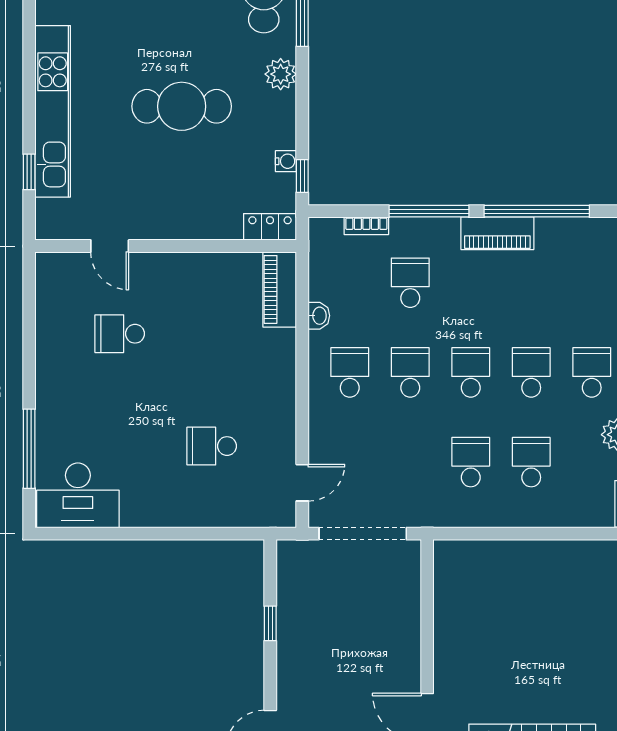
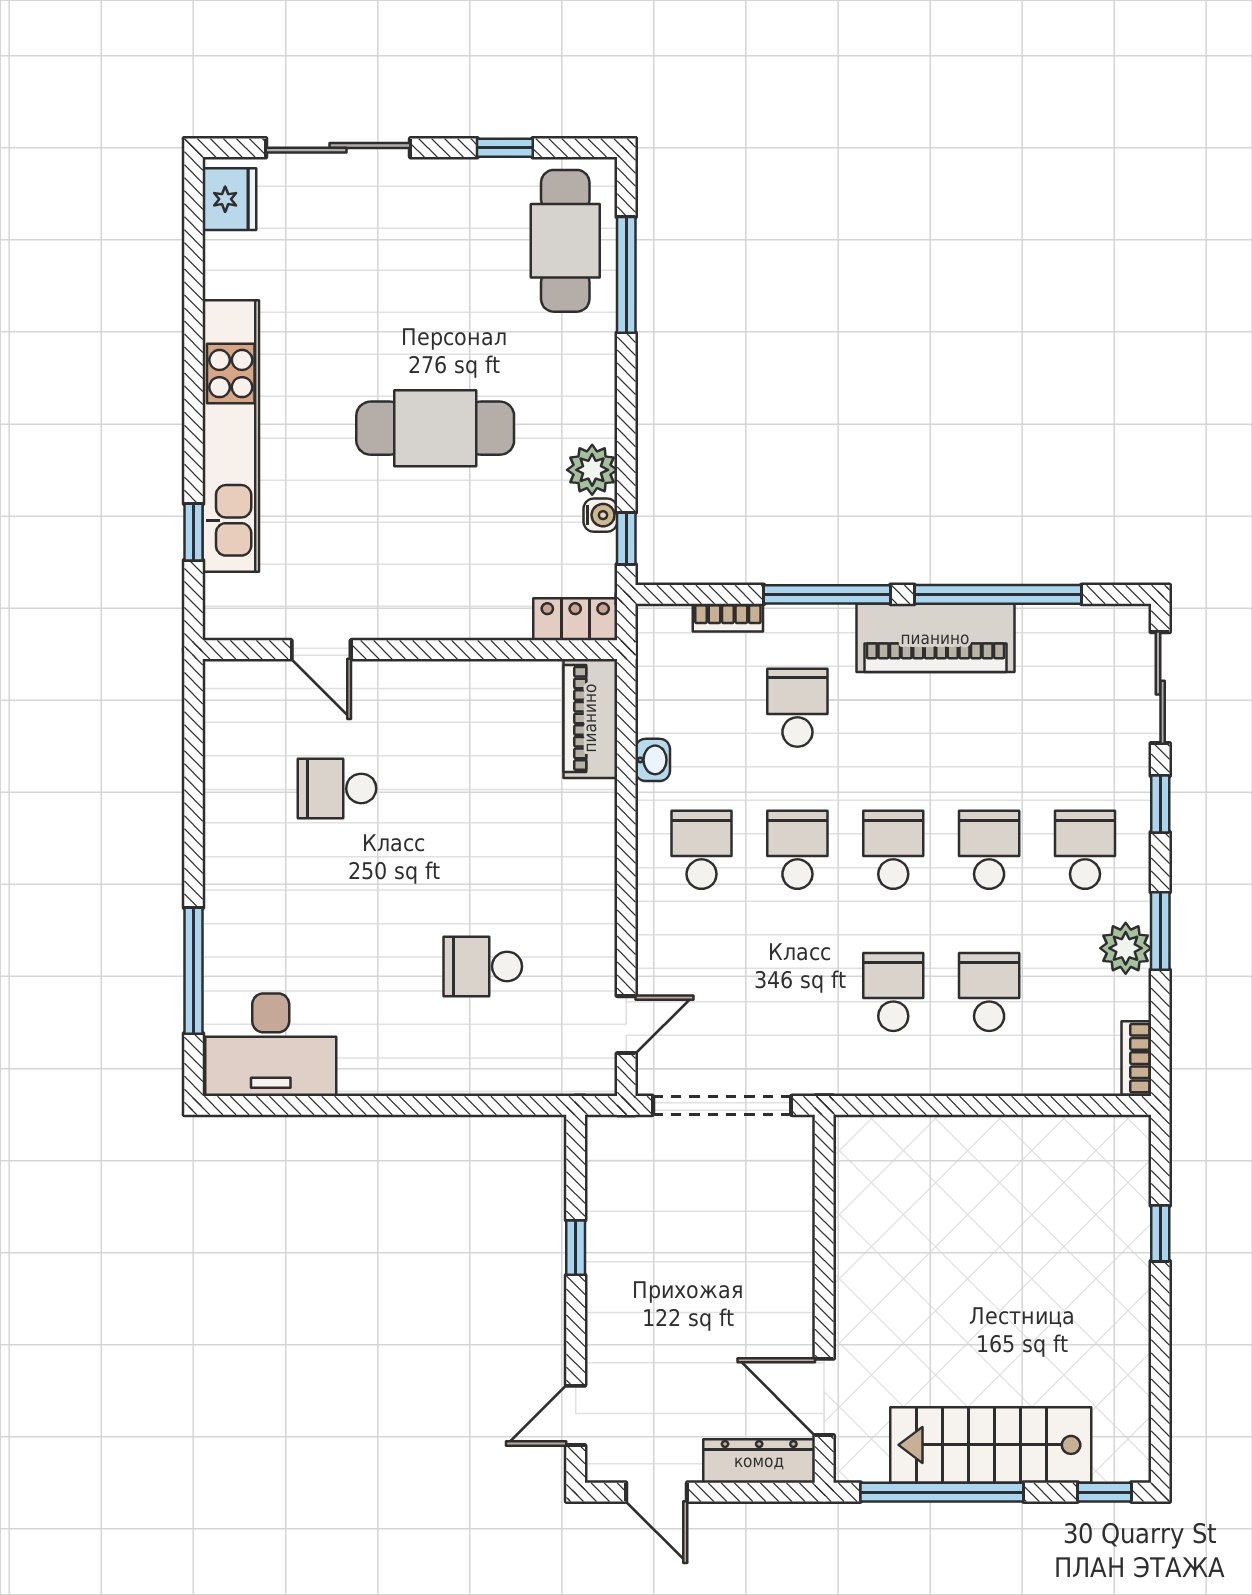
plant: (281, 74) -> (592, 470), moved
piano: (497, 233) -> (935, 638), width x1.37, depth x1.33

